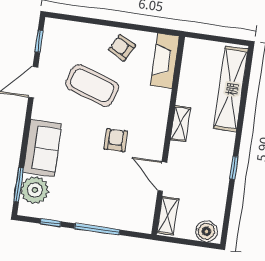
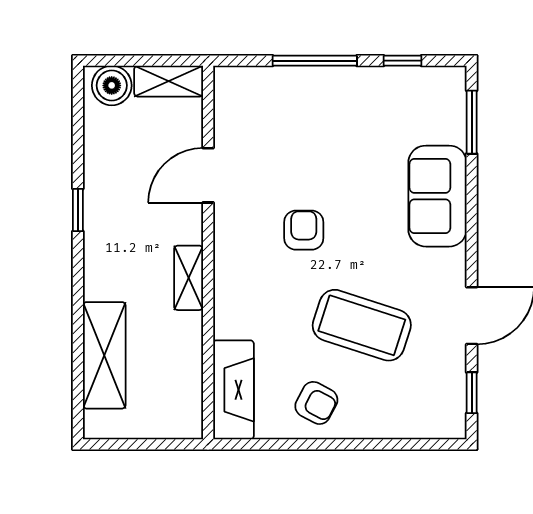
shelving: (231, 89) -> (104, 355), width x0.68
armchair: (116, 140) -> (304, 230), turned 180
door: (162, 176) -> (208, 175), swing flipped
plant: (35, 190) -> (440, 117), removed
shelving: (168, 216) -> (169, 81), moved, turned 90

